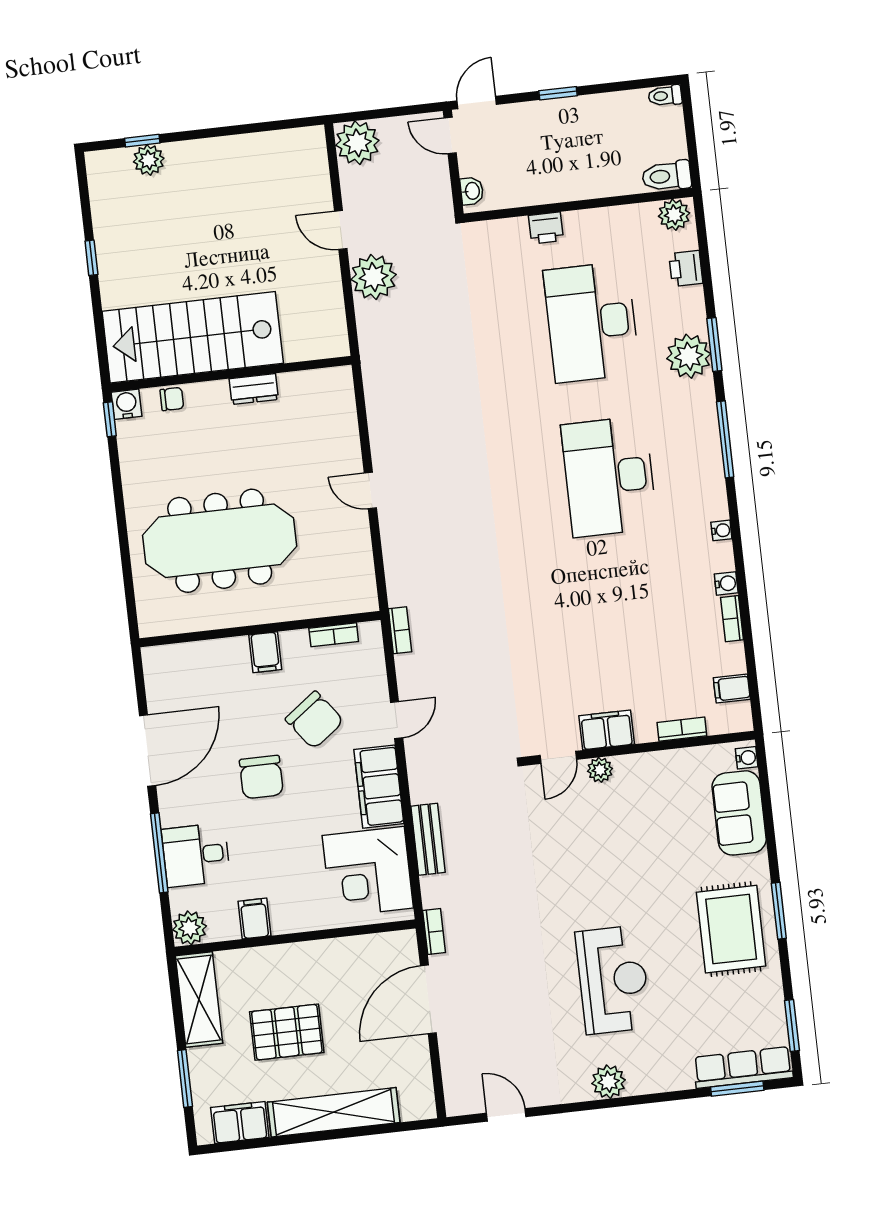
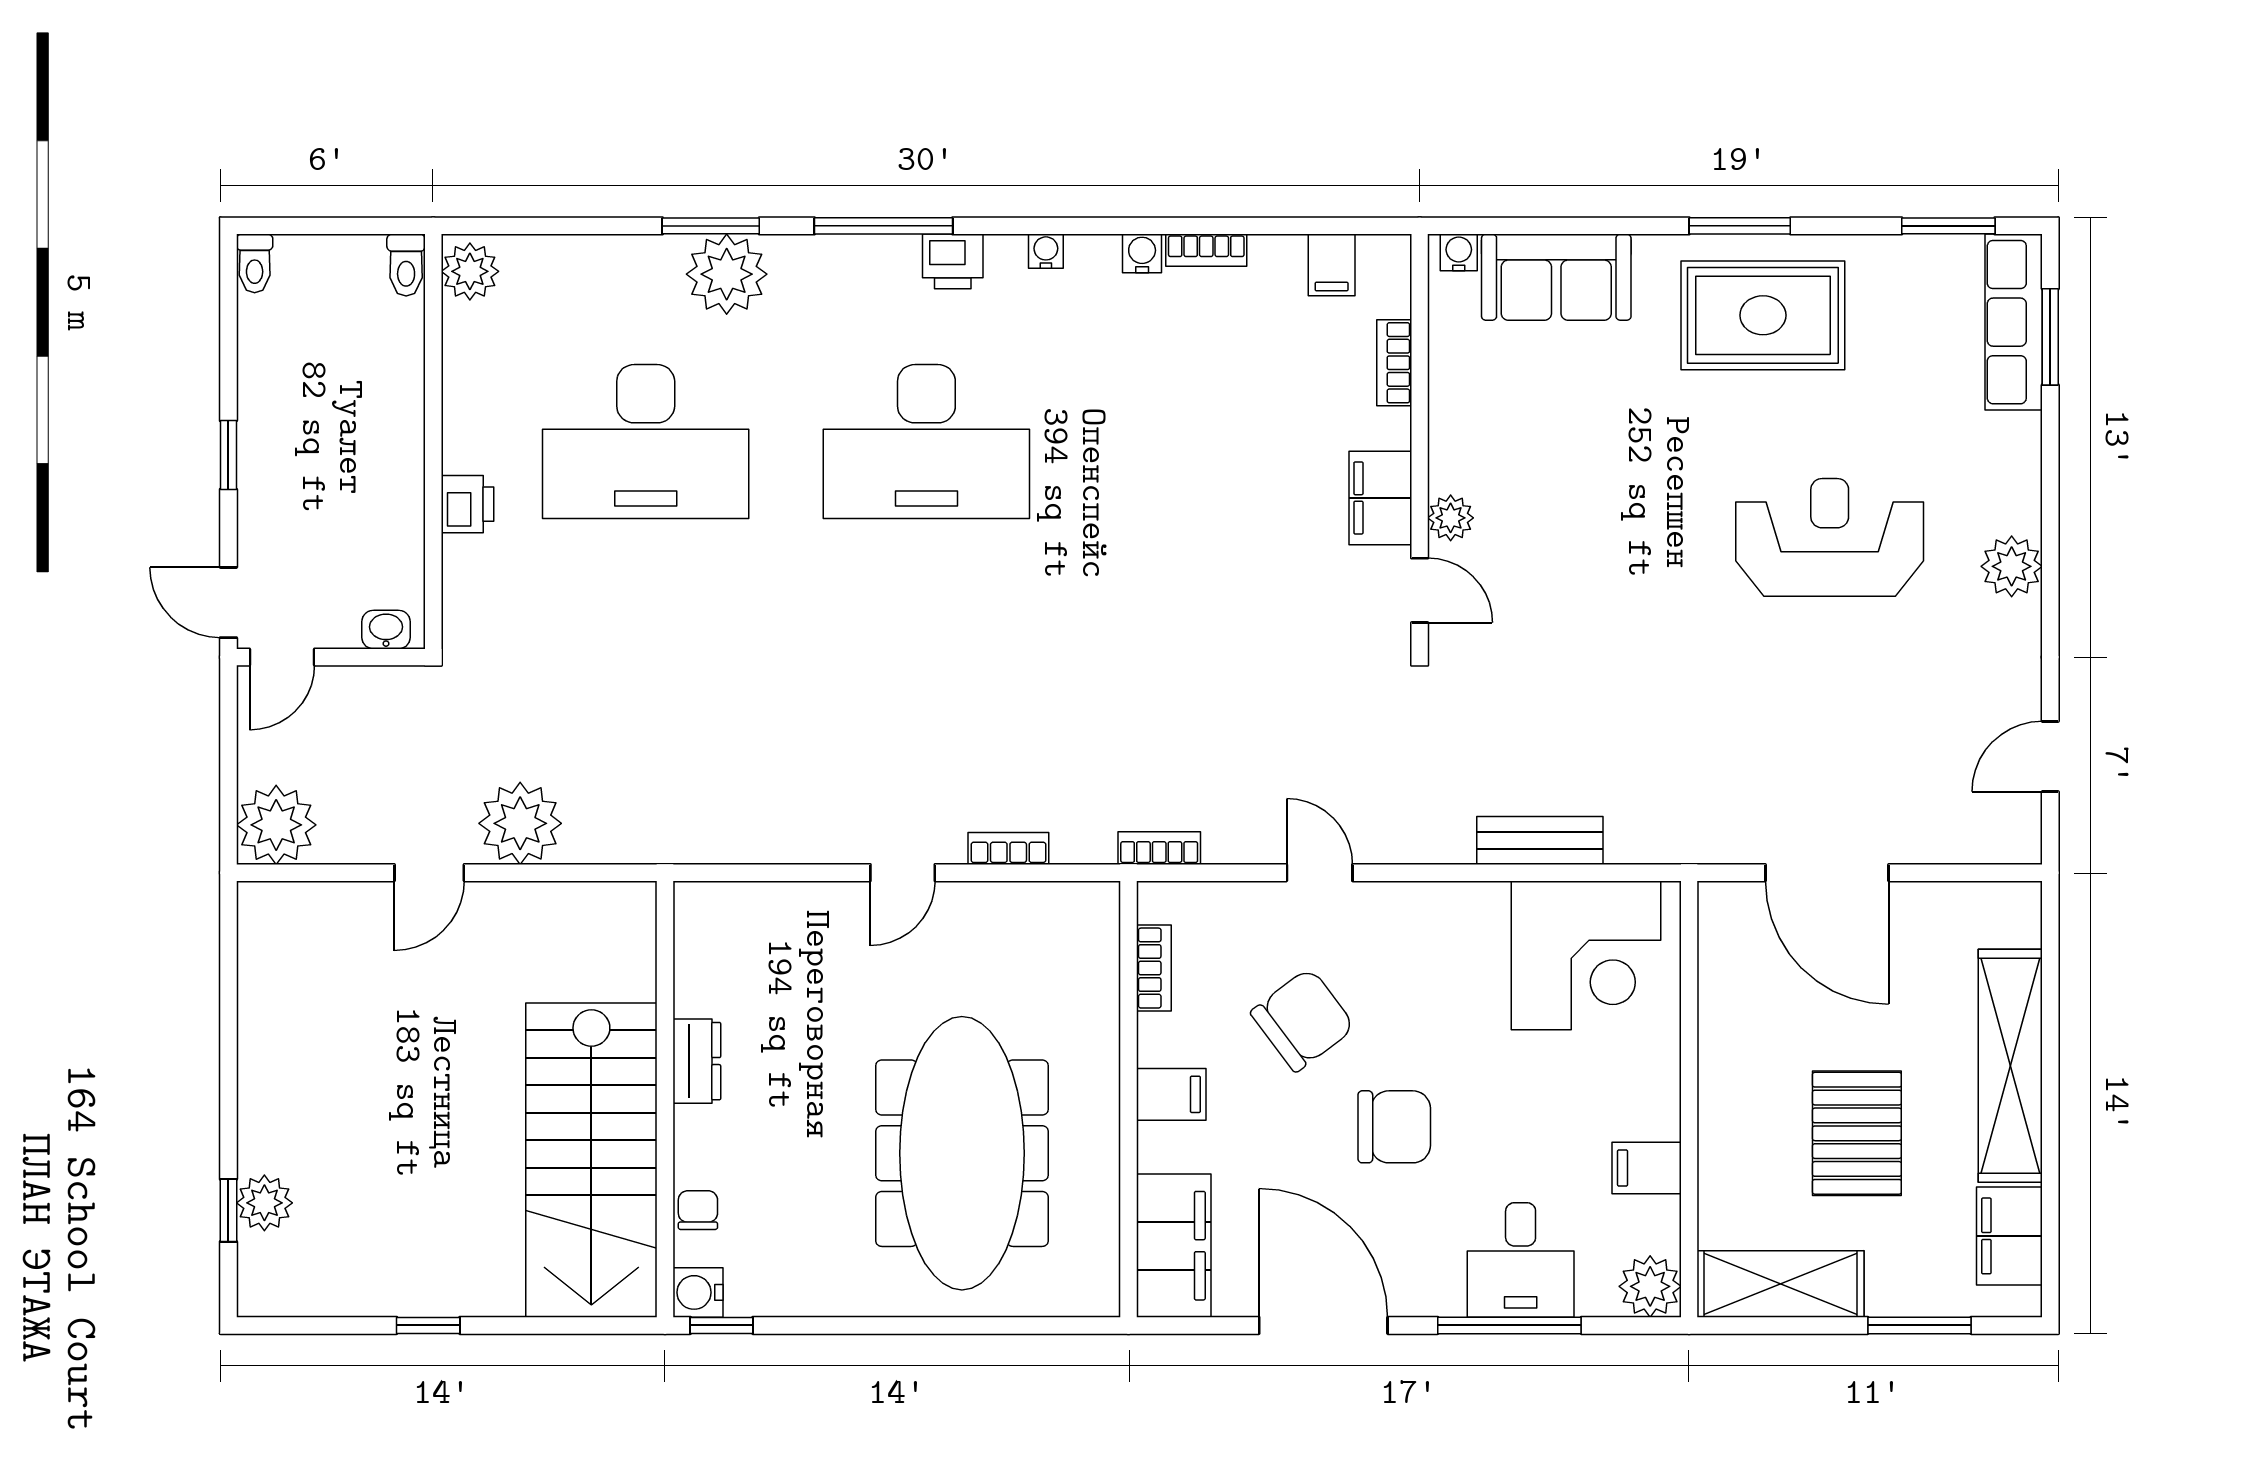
toilet: (667, 176) -> (406, 265), width x0.73, depth x0.72
printer: (686, 268) -> (953, 261), moved
filing cabinet: (379, 787) -> (1174, 1246), moved, turned -90
bookcase: (434, 932) -> (1008, 849), moved

